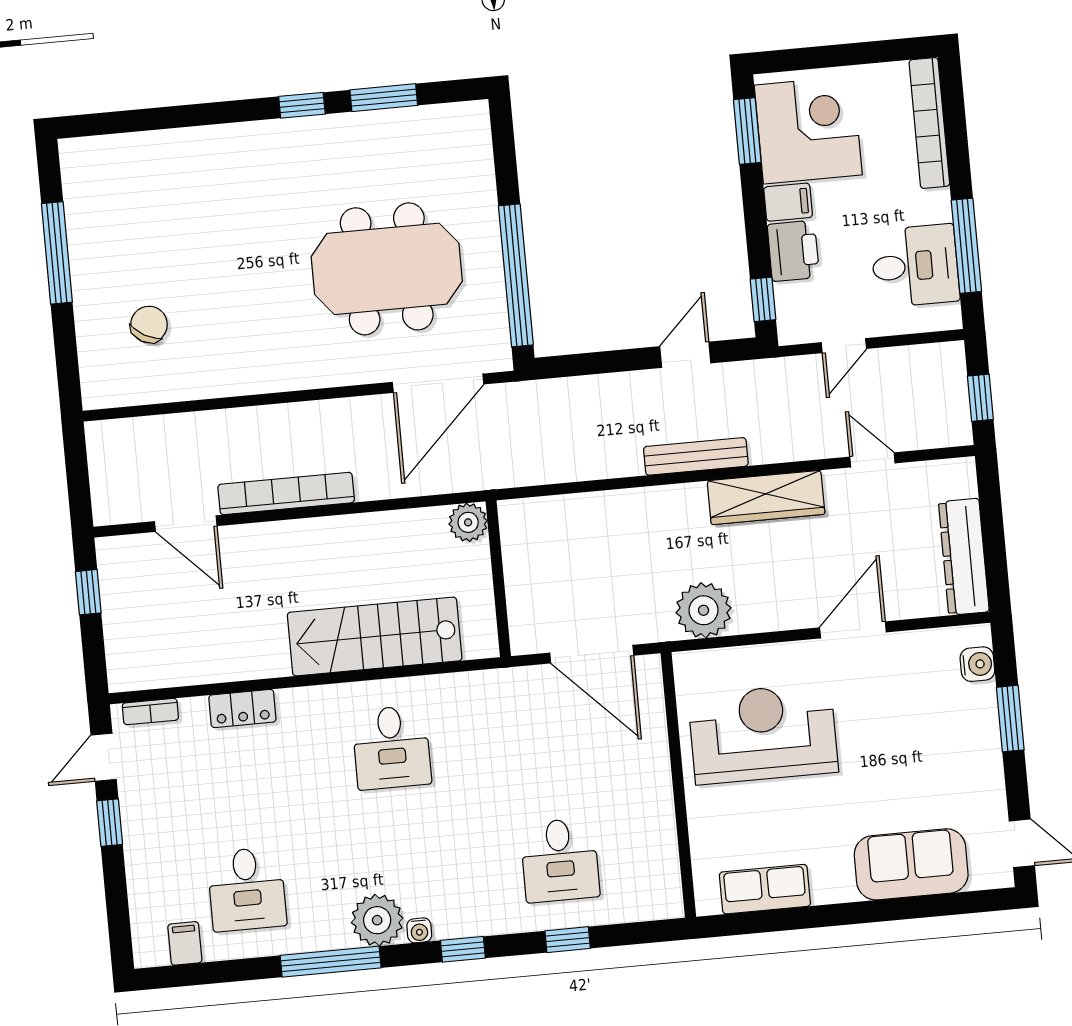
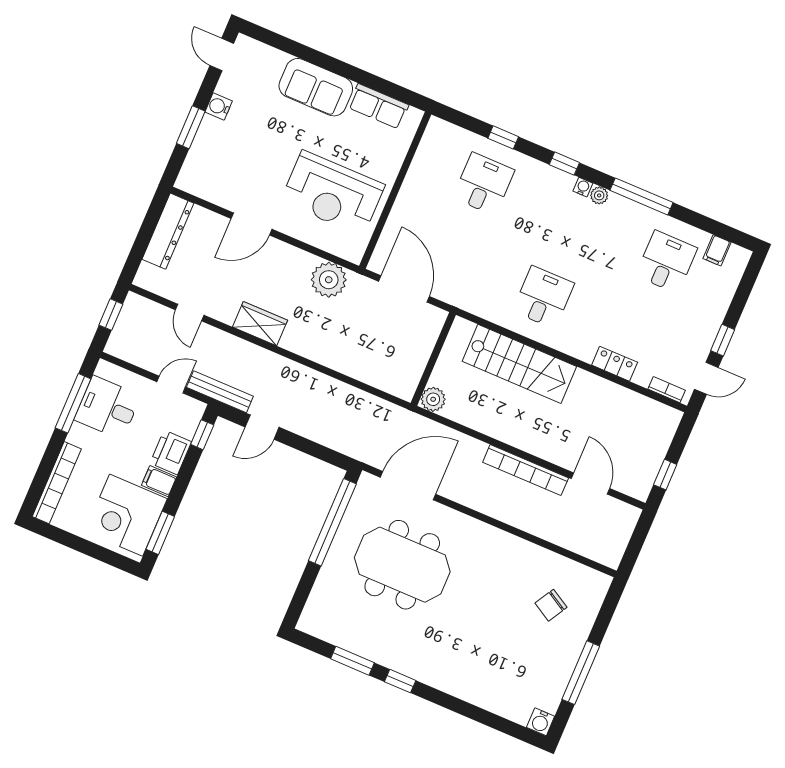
water cooler: (76, 154) -> (541, 722), added
bench: (696, 456) -> (220, 392), moved
wardrobe: (766, 497) -> (260, 324), width x0.67
water cooler: (977, 664) -> (219, 106), moved
sofa: (911, 864) -> (316, 87), moved
plant: (377, 920) -> (599, 195), width x0.53, depth x0.53

